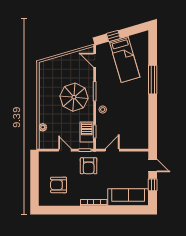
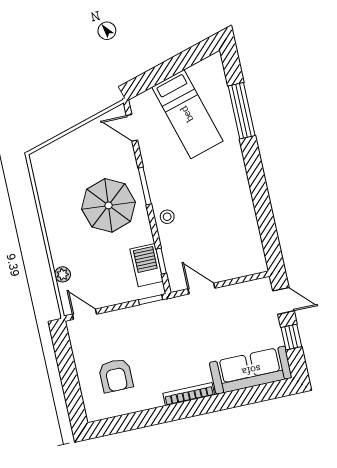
window: (113, 36) -> (157, 75), removed
window: (153, 80) -> (242, 111), moved
door: (65, 150) -> (84, 314), moved
door: (112, 150) -> (201, 288), hinge flipped
armchair: (89, 166) -> (164, 328), removed
armchair: (59, 185) -> (116, 376), turned -90

